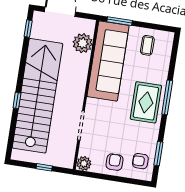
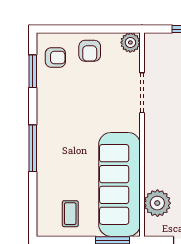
rug: (146, 102) -> (60, 137), removed

